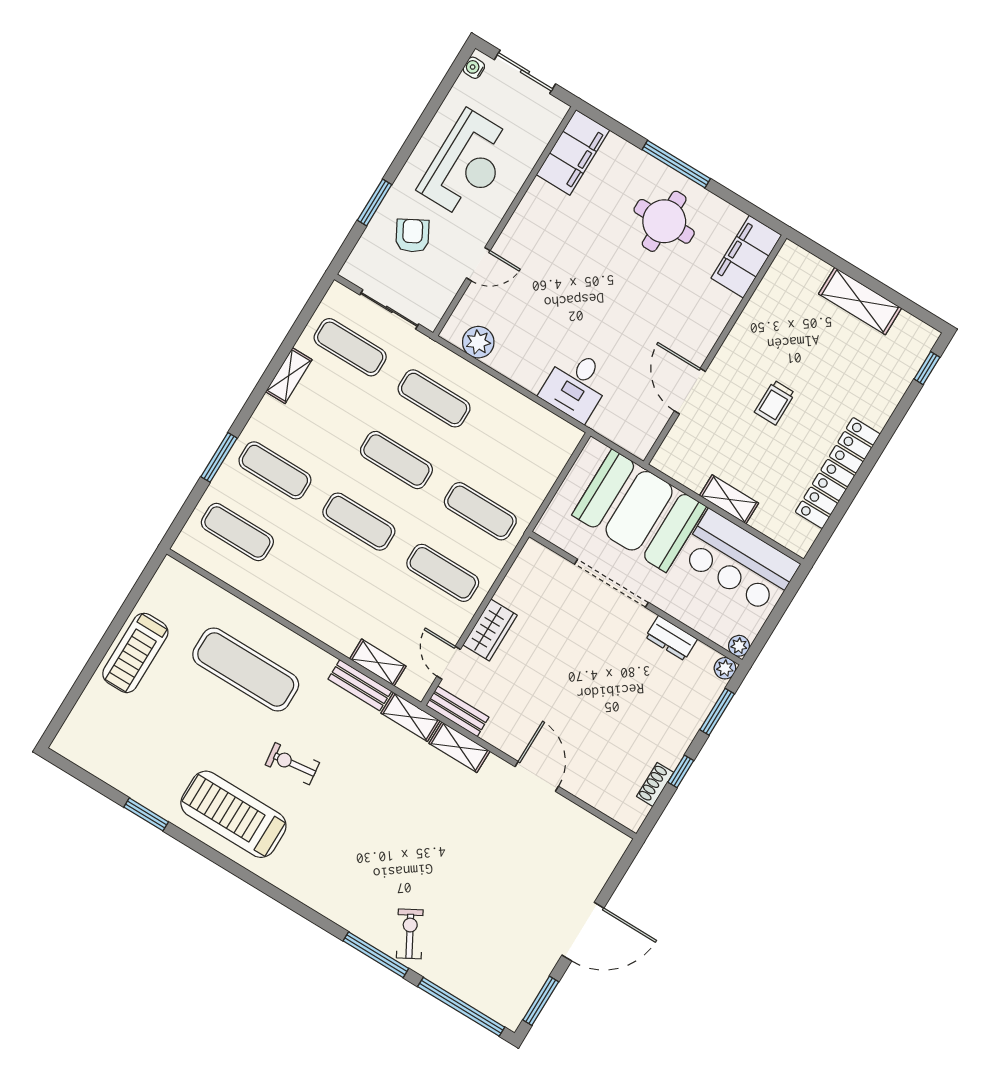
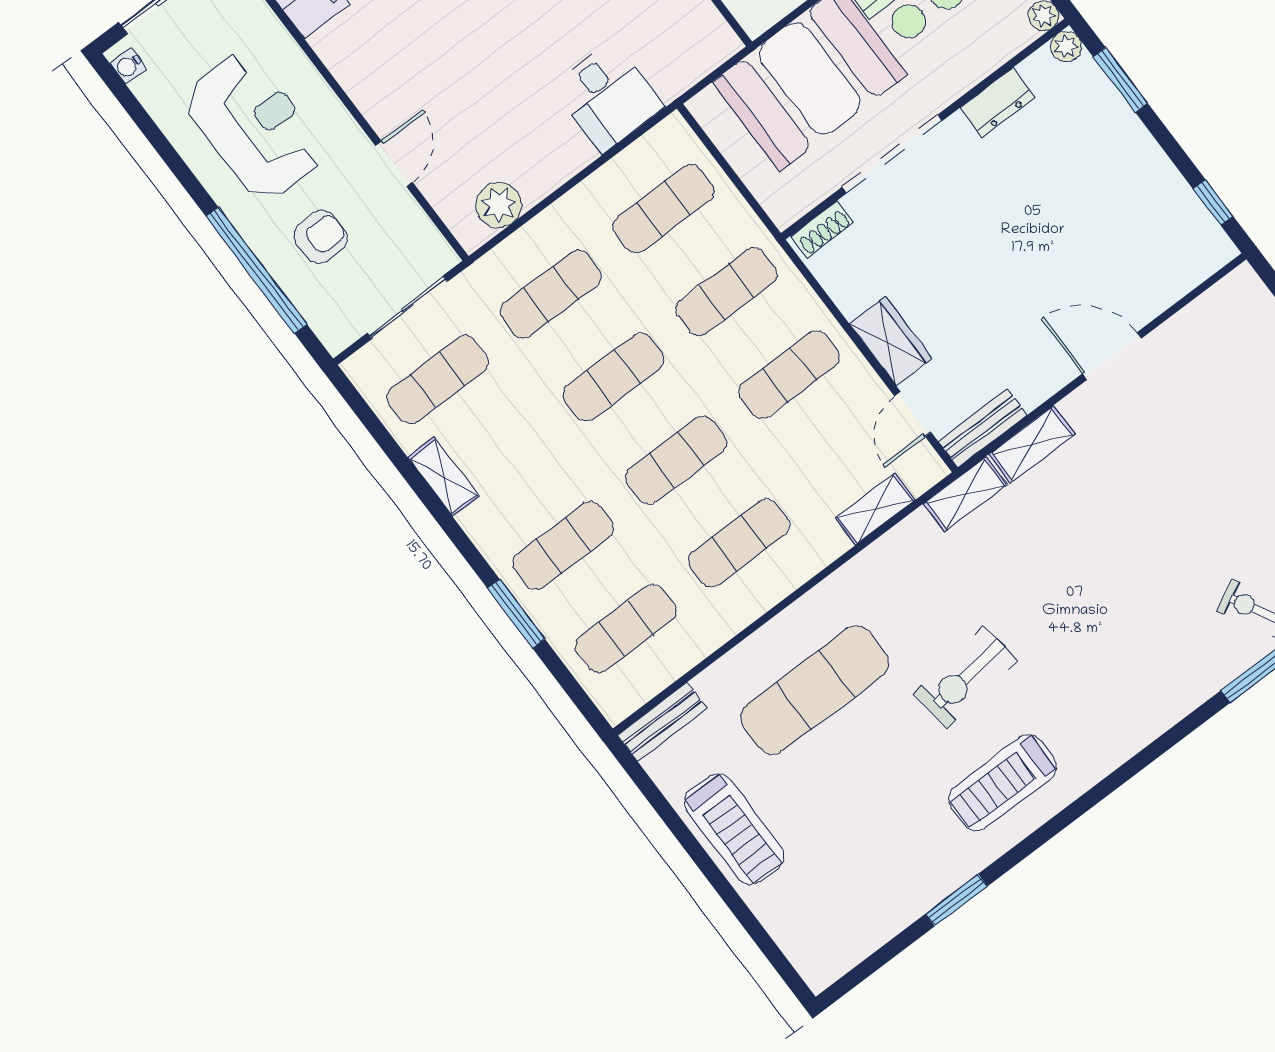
window: (375, 202) -> (256, 270), width x2.11
armchair: (412, 236) -> (321, 237), turned 119
exercise mat: (518, 450) -> (664, 209), added
exercise mat: (321, 583) -> (739, 543), added
door: (449, 663) -> (913, 414), hinge flipped
bench: (360, 685) -> (662, 722), moved
exercise bike: (292, 764) -> (966, 677), width x1.38, depth x1.39
window: (681, 771) -> (1213, 202), moved
shoe rack: (655, 784) -> (822, 229), moved, turned -90
treadmill: (233, 814) -> (1002, 783), width x0.73, depth x0.73

